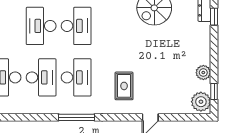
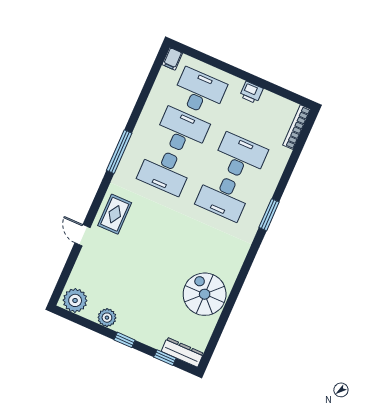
desk: (41, 77) -> (182, 131), turned 180
rug: (124, 86) -> (115, 214), moved, turned 90
window: (214, 92) -> (125, 340), moved

